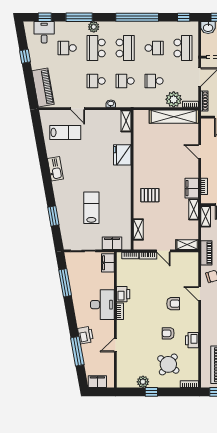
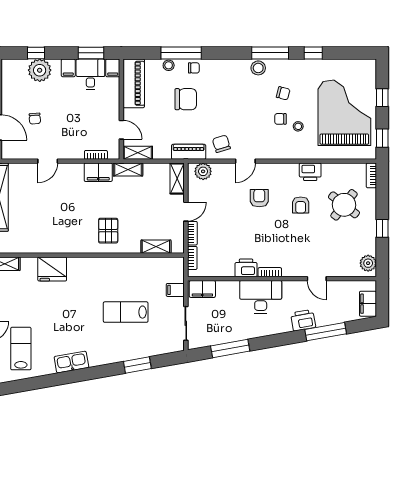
filing cabinet: (112, 243) -> (175, 290), width x0.50
plant: (192, 263) -> (203, 171), added
plant: (143, 382) -> (368, 263), moved

